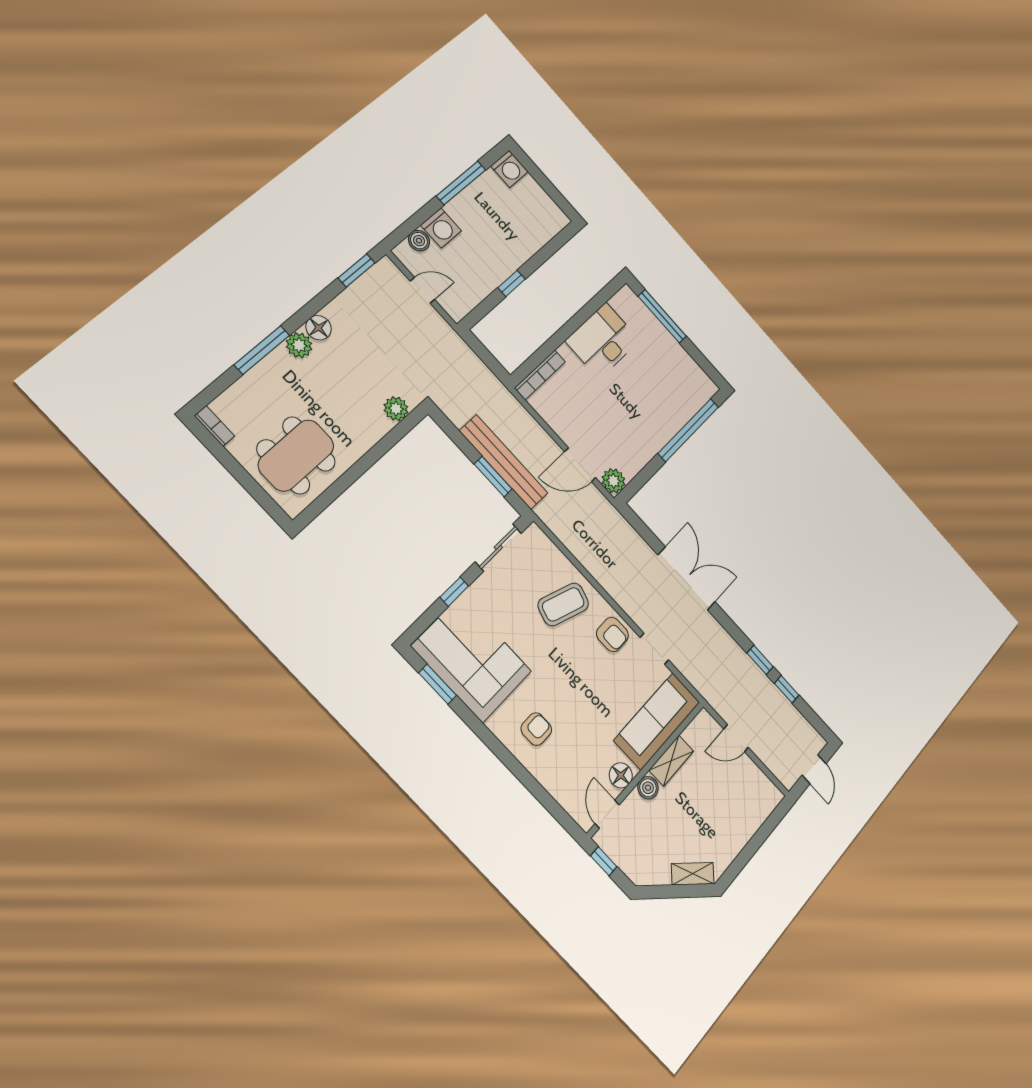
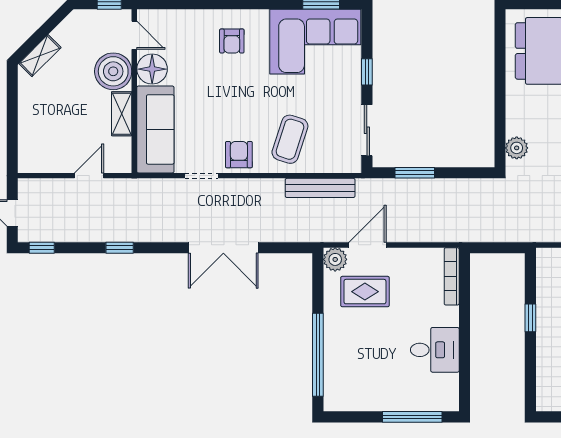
desk: (603, 341) -> (435, 350), width x0.73
rug: (614, 435) -> (365, 292), added
bench: (504, 462) -> (320, 188), moved, width x0.73, depth x0.82
armchair: (612, 634) -> (239, 155), turned 90
window: (787, 689) -> (42, 248), moved
floor lamp: (621, 775) -> (152, 69), width x1.38, depth x1.38
boiler: (648, 788) -> (113, 71), width x1.86, depth x1.86

